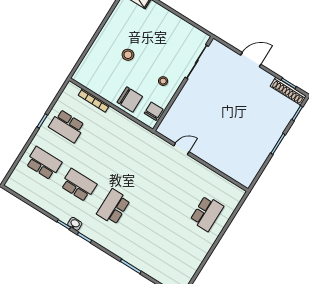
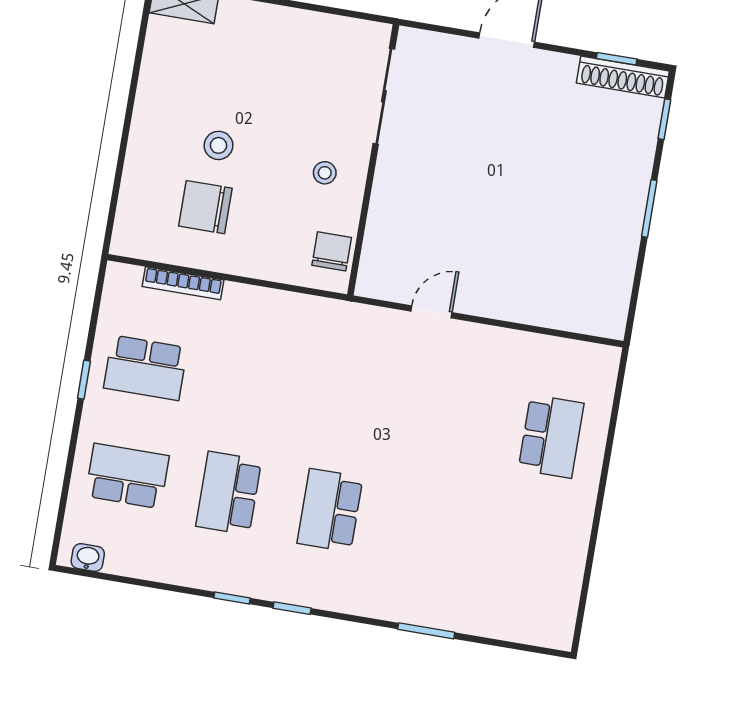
chair: (130, 99) -> (205, 207), moved, turned 180
school desk: (79, 185) -> (229, 493), turned -90
washbasin: (75, 224) -> (88, 558), moved

